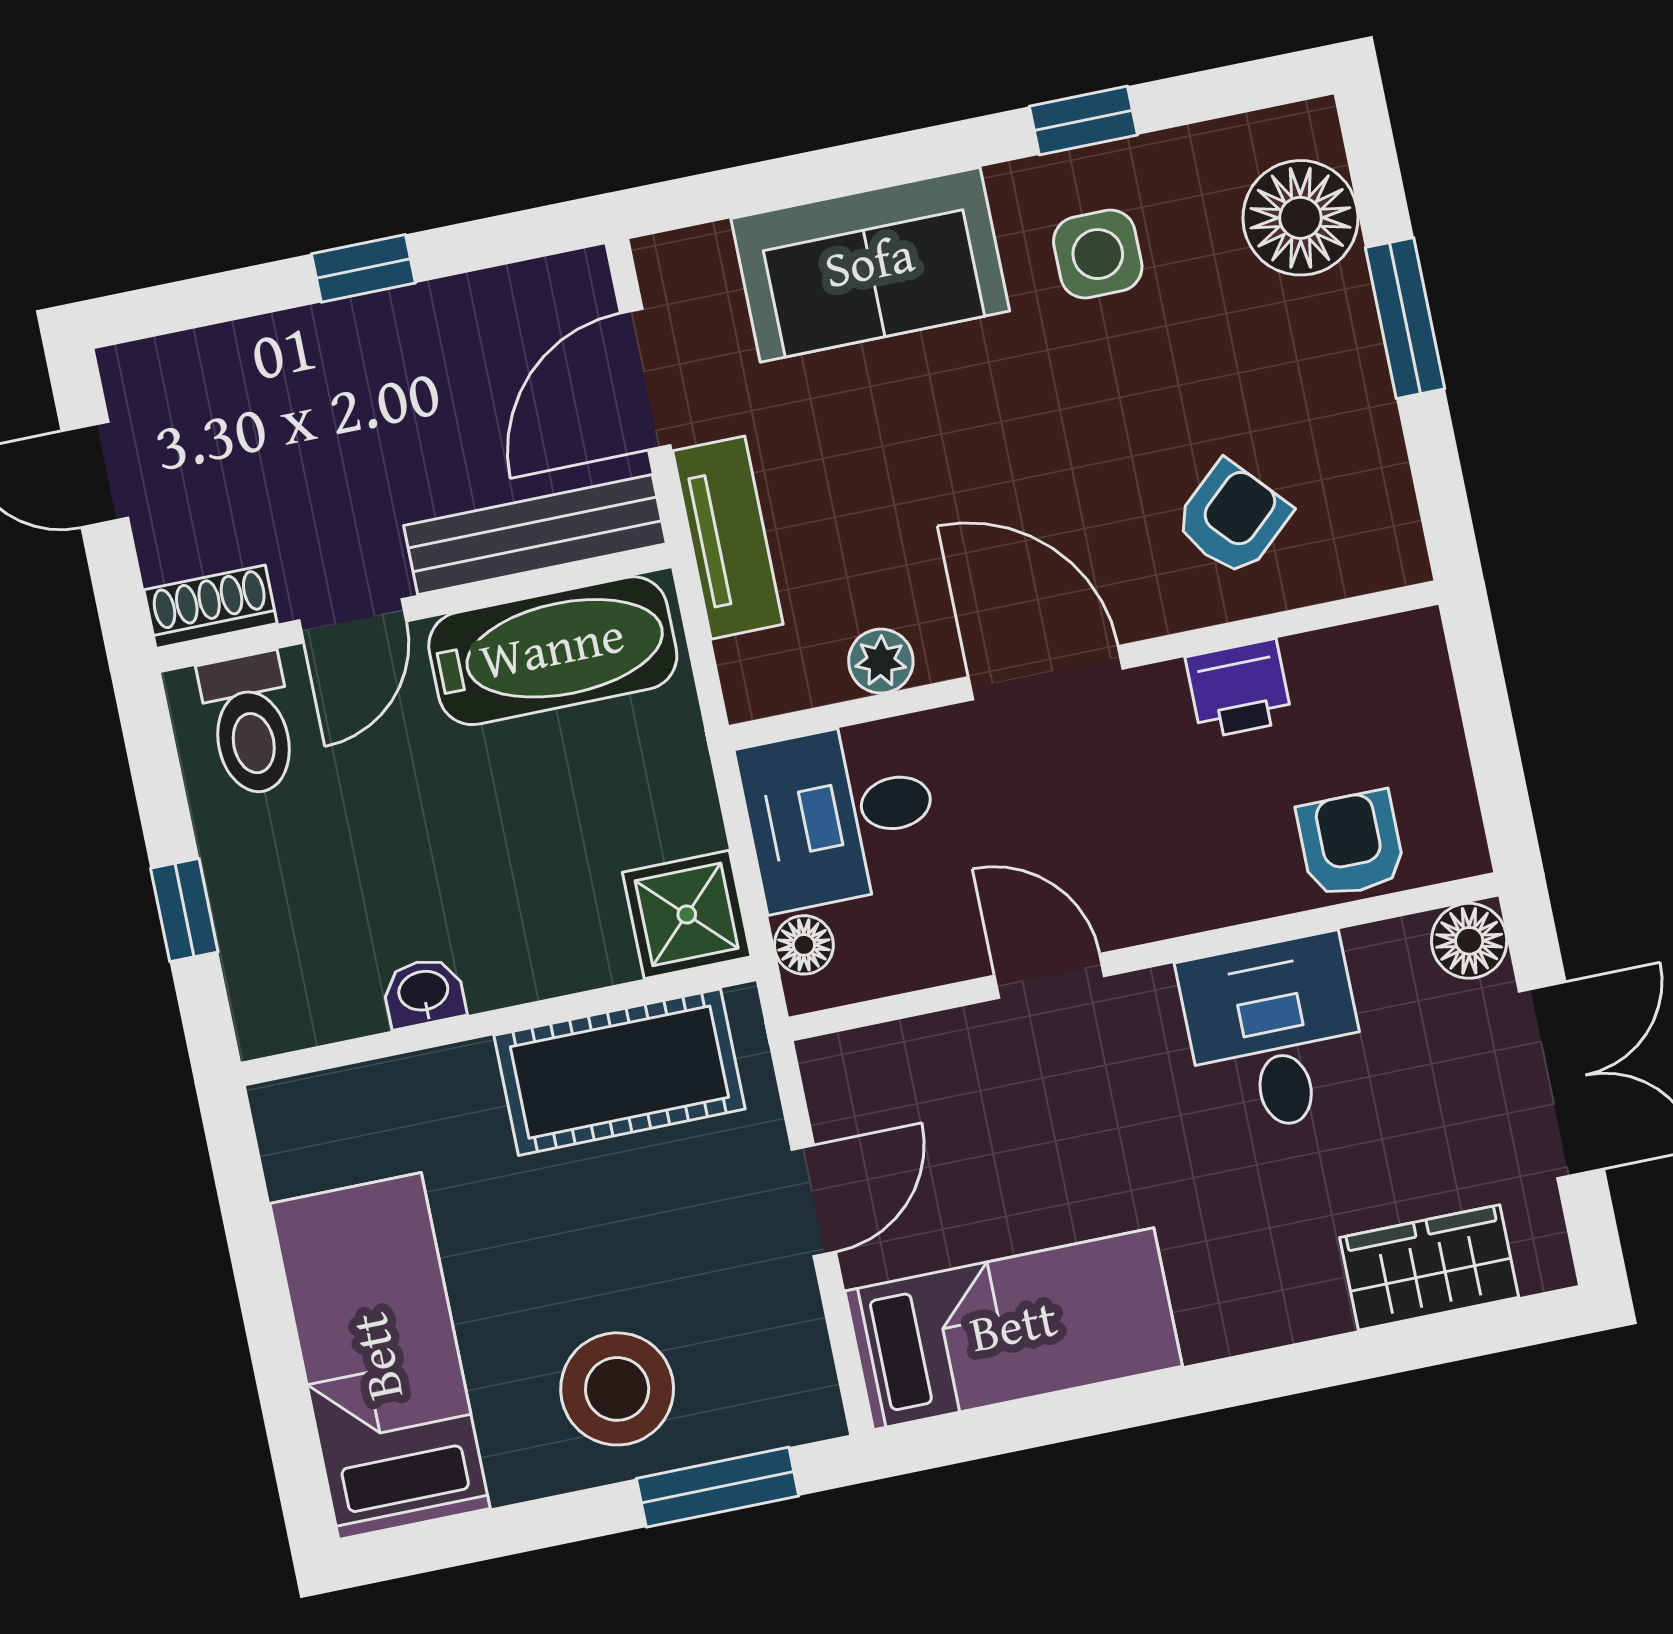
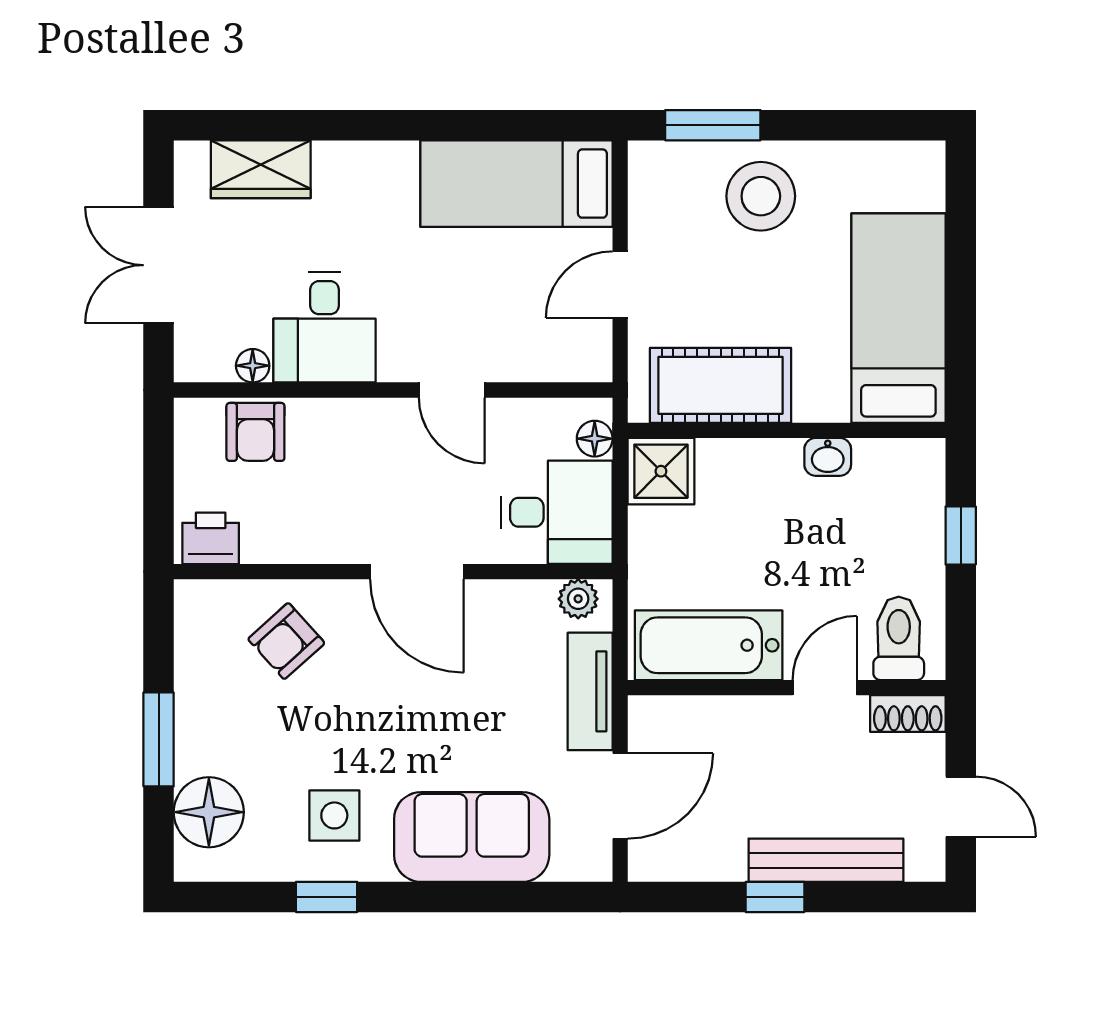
bench: (535, 535) -> (826, 860), moved
plant: (881, 661) -> (578, 599), moved
printer: (1239, 689) -> (211, 538), moved
floor lamp: (1469, 941) -> (253, 366), moved, width x0.73, depth x0.73
bed: (380, 1356) -> (898, 318), moved, turned 180

